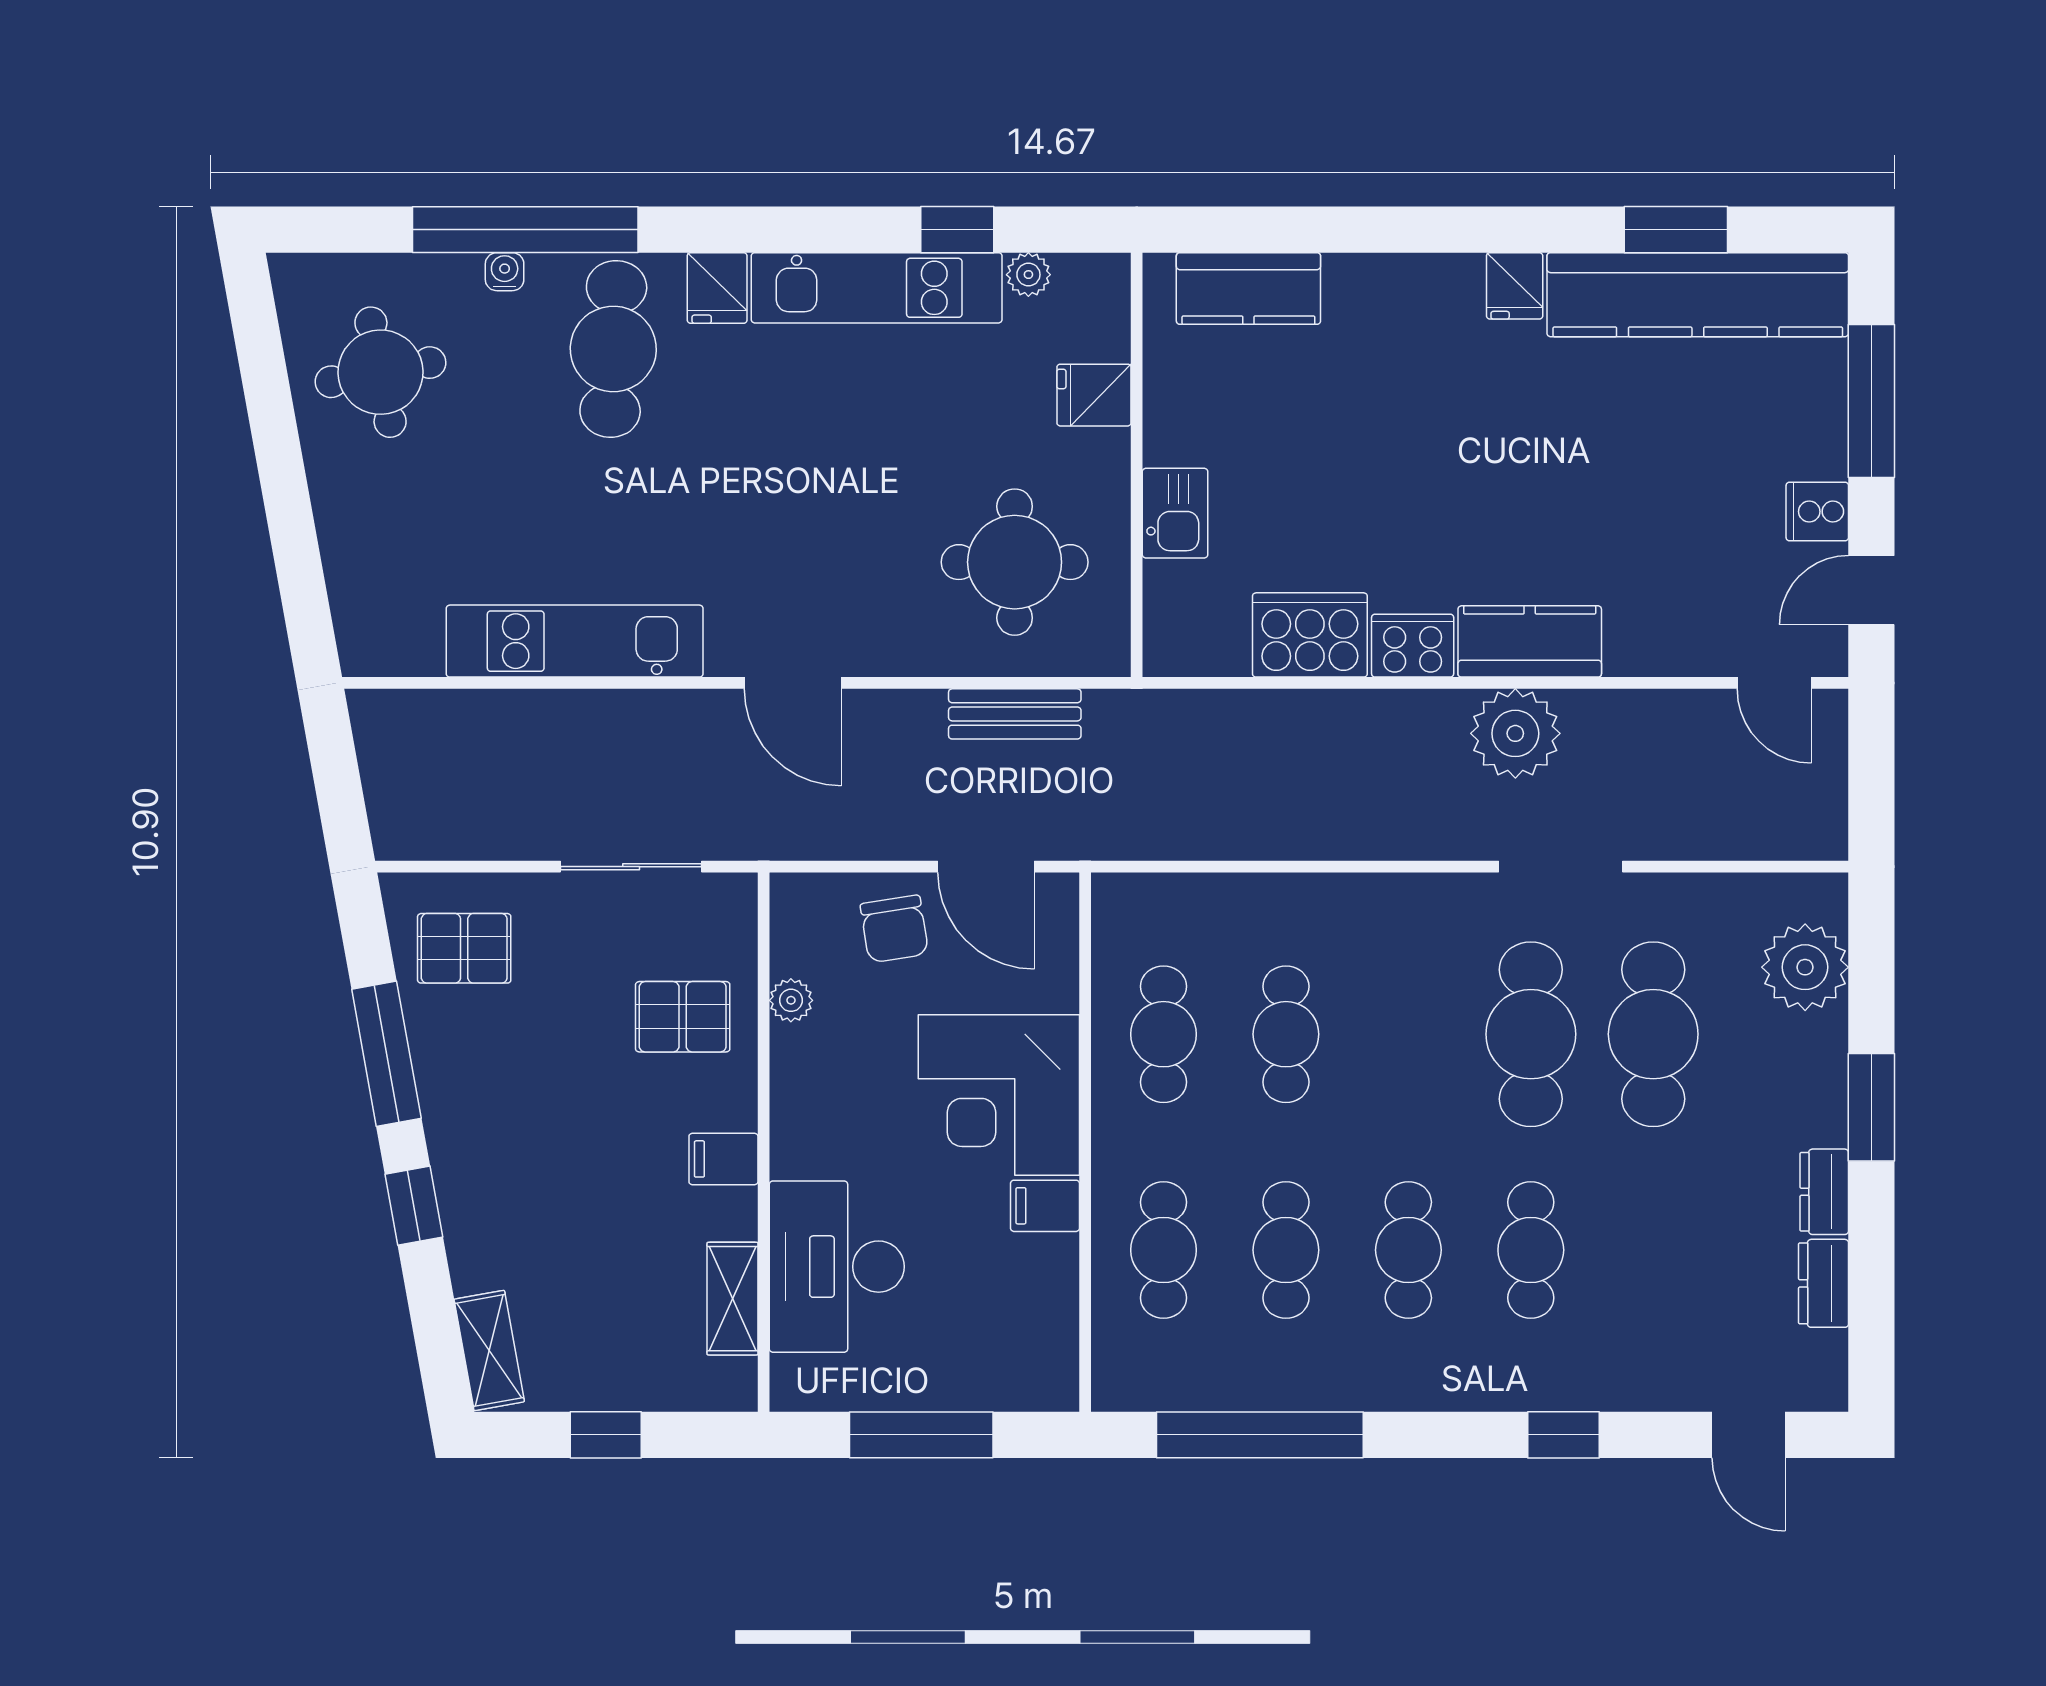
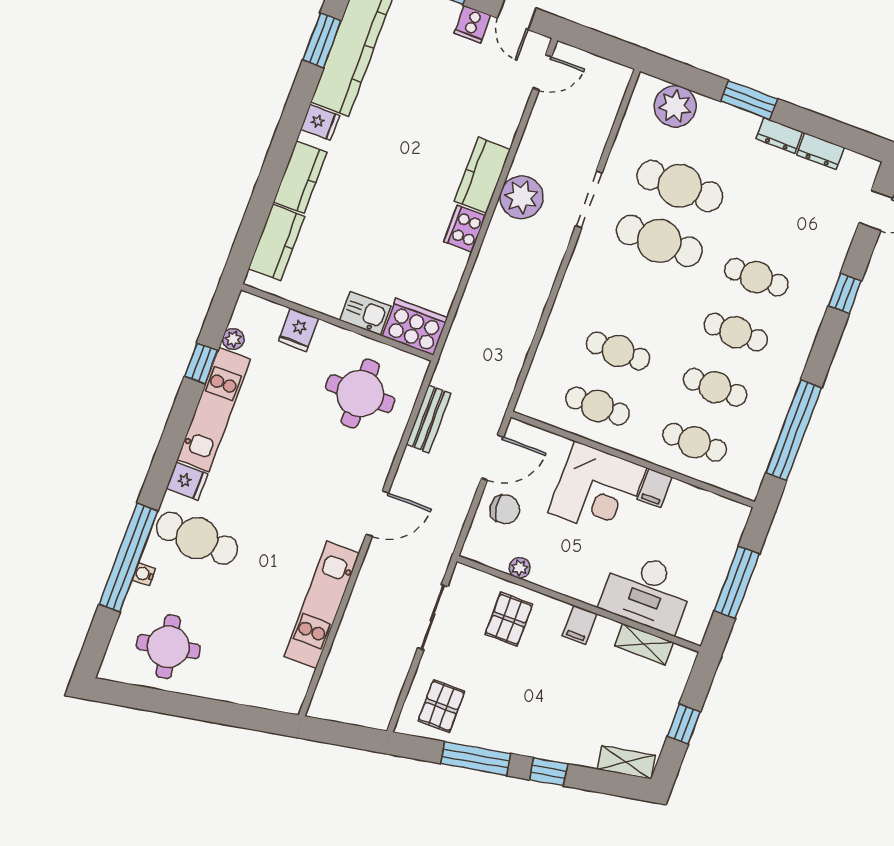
kitchen counter: (1393, 287) -> (300, 177), added
cooker: (1310, 635) -> (415, 327), moved, turned 90

